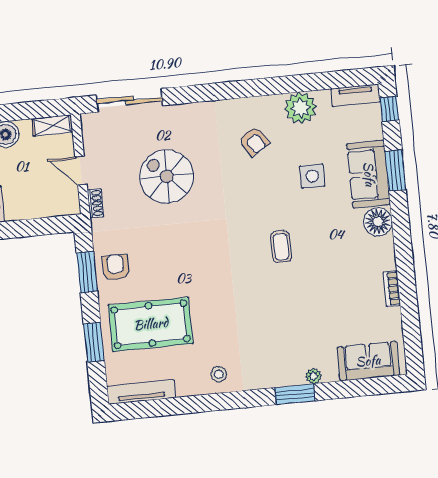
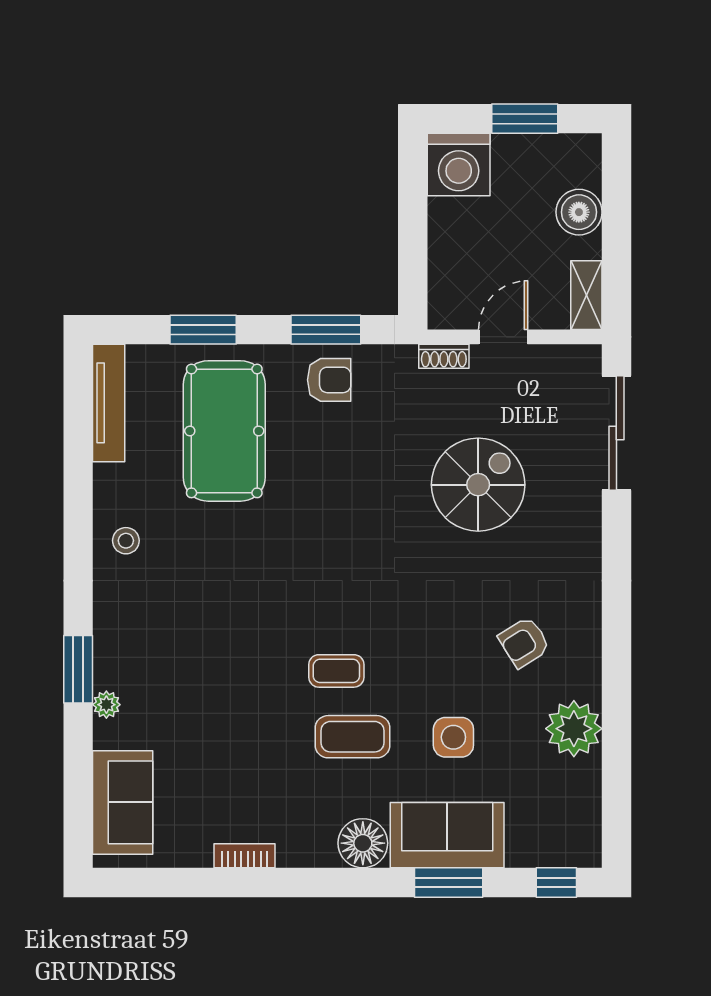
tv unit: (356, 95) -> (586, 826), removed
coffee table: (318, 234) -> (353, 737), added

